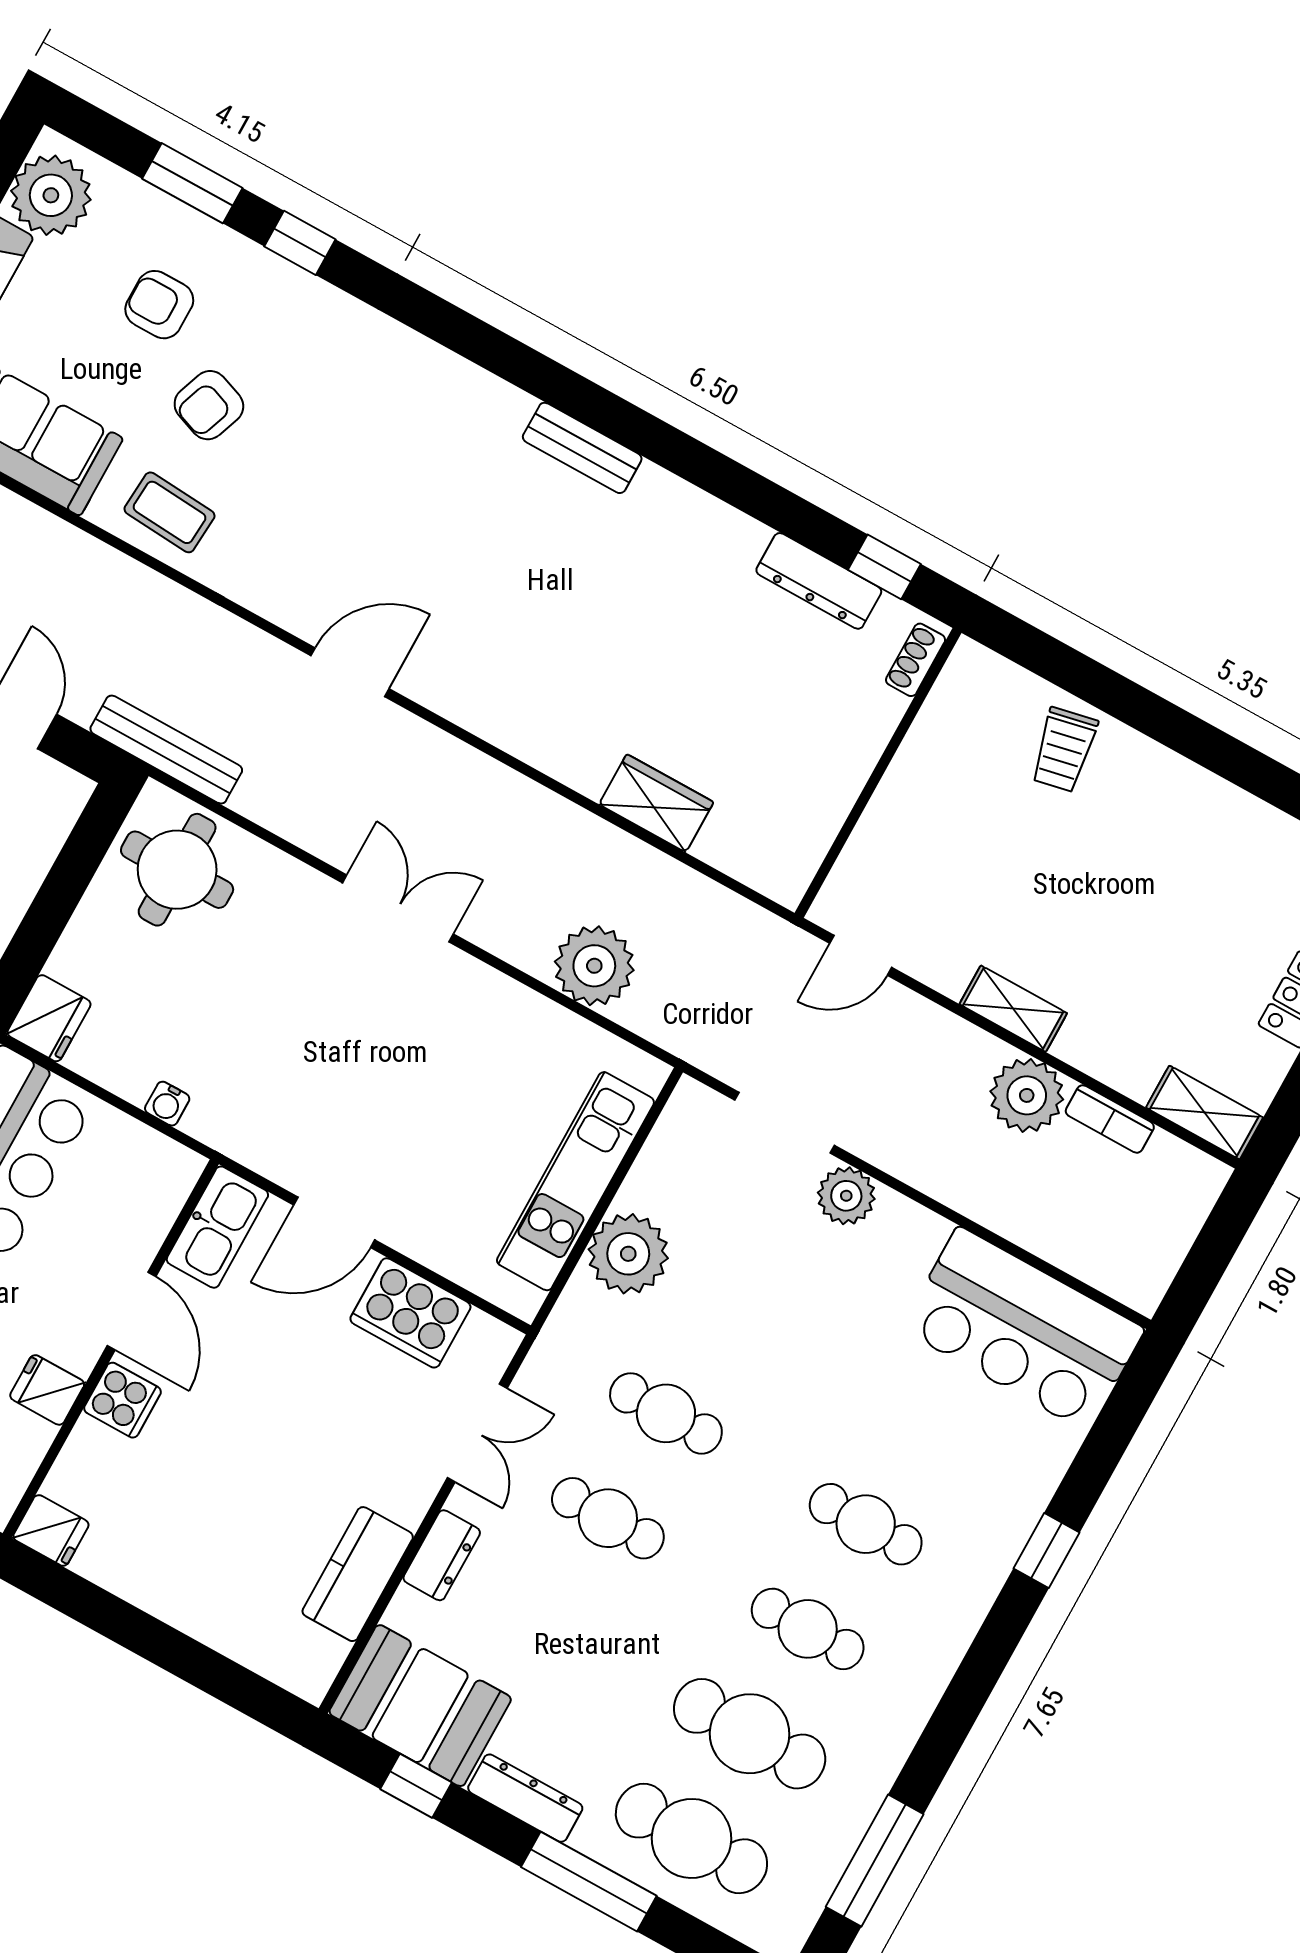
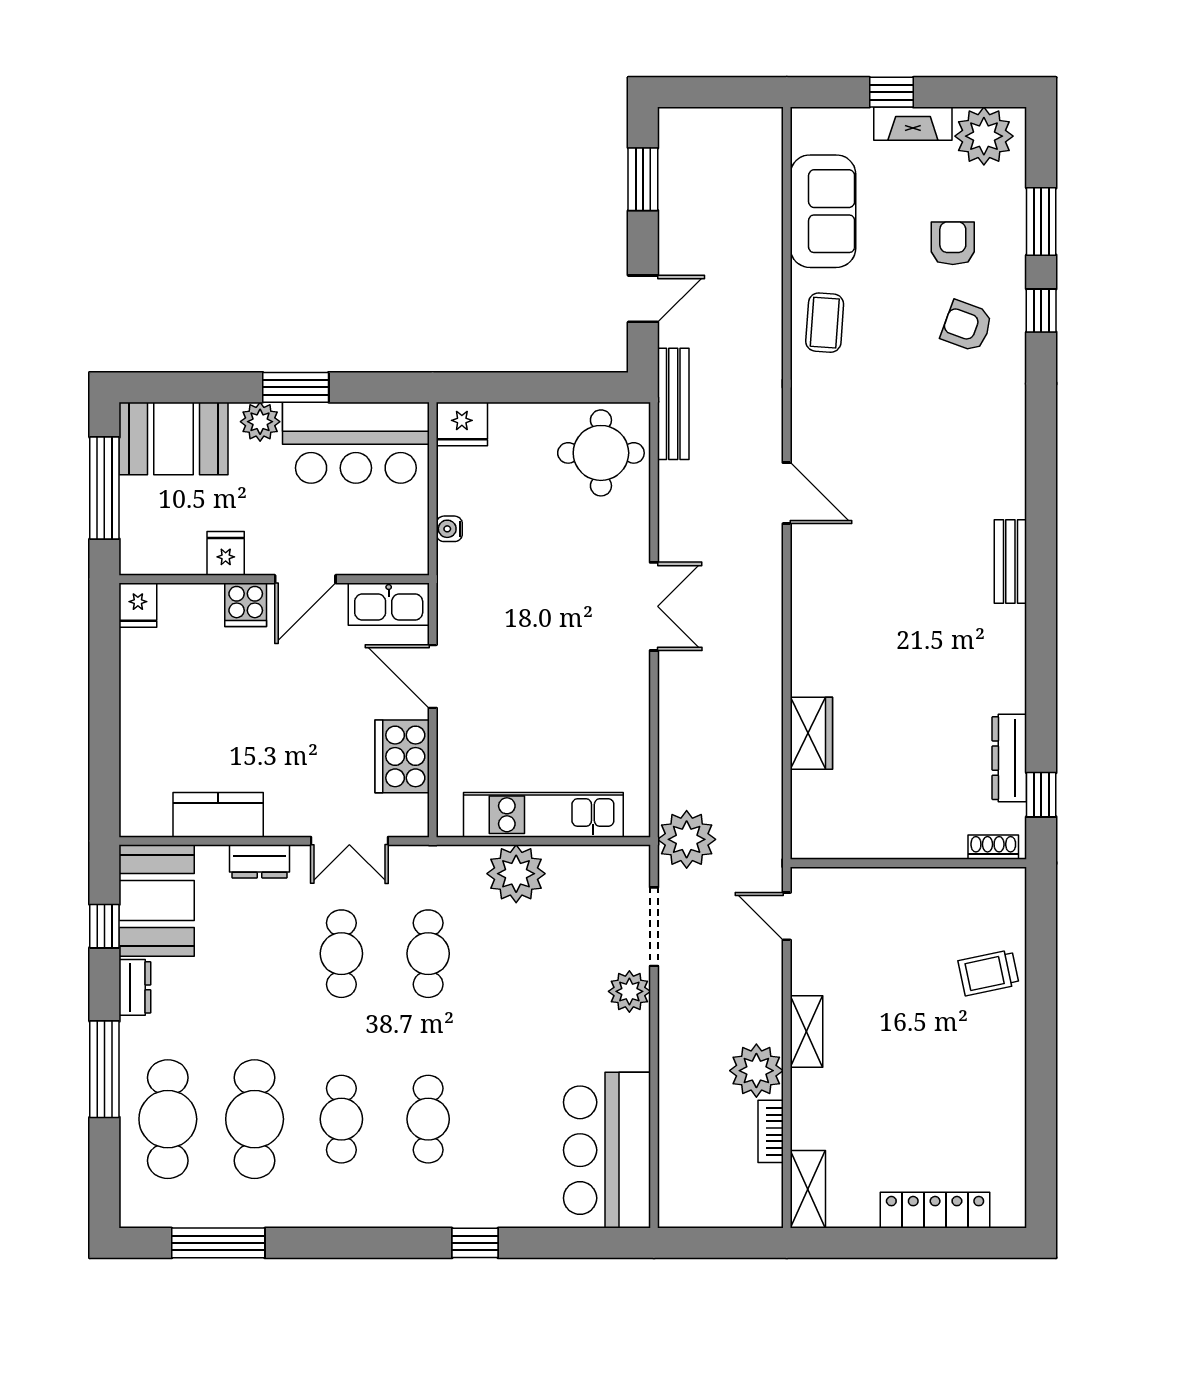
armchair: (209, 405) -> (967, 326), moved
plant: (594, 966) -> (687, 839), moved
dresser: (525, 1798) -> (135, 987), width x0.70

